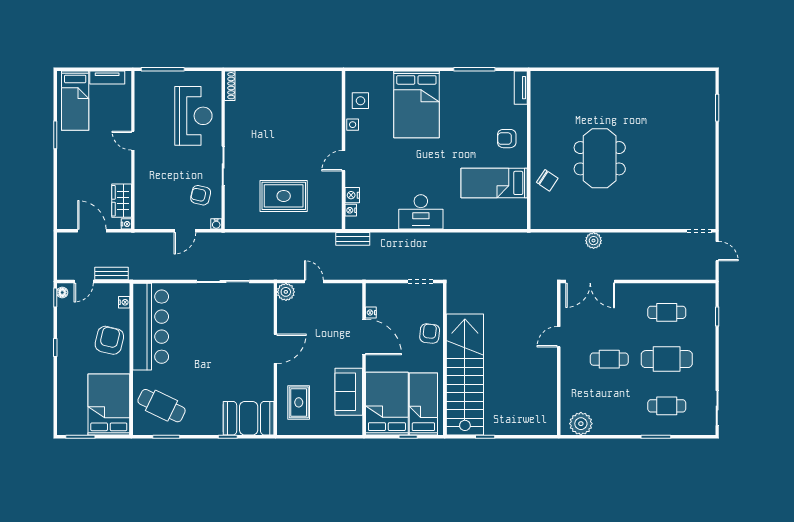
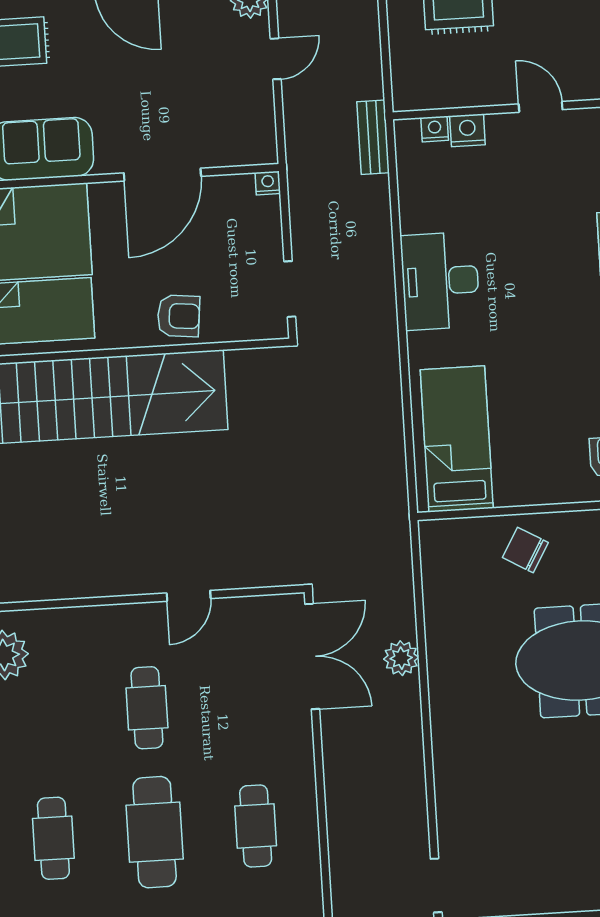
chair: (547, 180) -> (525, 550), turned 86
bed: (494, 183) -> (457, 439), moved
double door: (590, 282) -> (312, 656), swing flipped
nightstand: (371, 313) -> (268, 183), moved
door: (559, 337) -> (189, 596), swing flipped

